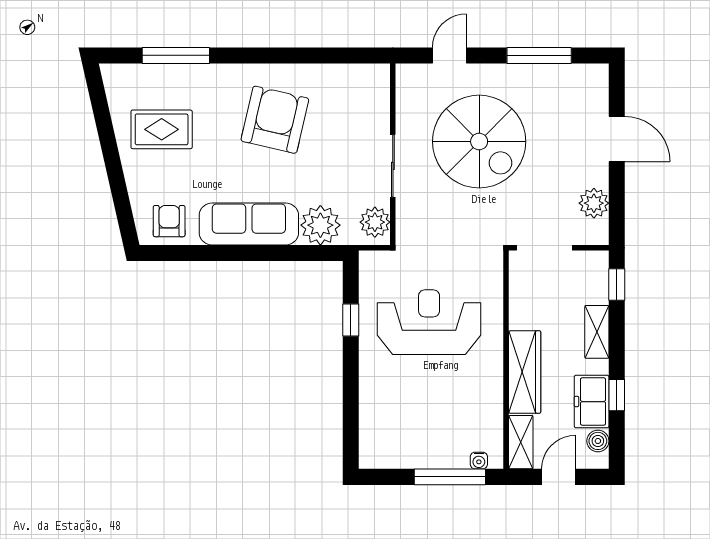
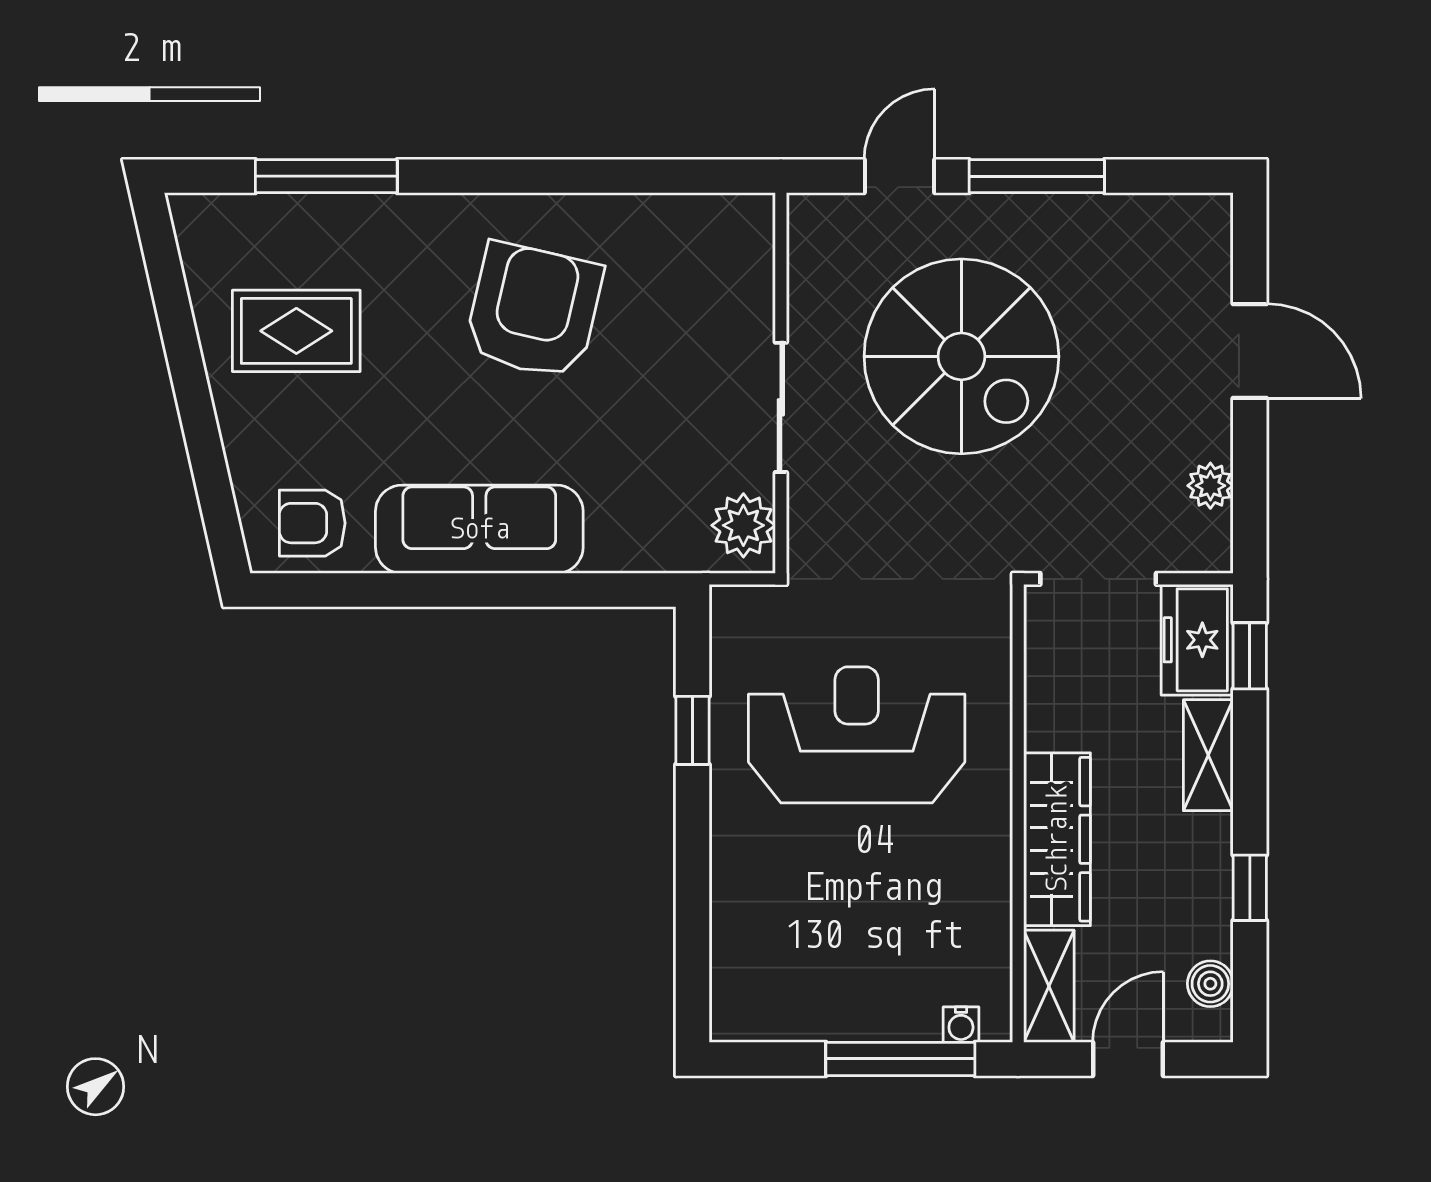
window: (539, 55) -> (1037, 176), moved
plant: (594, 203) -> (1210, 486), width x0.73, depth x0.73
armchair: (169, 221) -> (312, 523), turned -90
plant: (320, 225) -> (629, 532), removed
freezer: (592, 402) -> (1197, 640), moved

